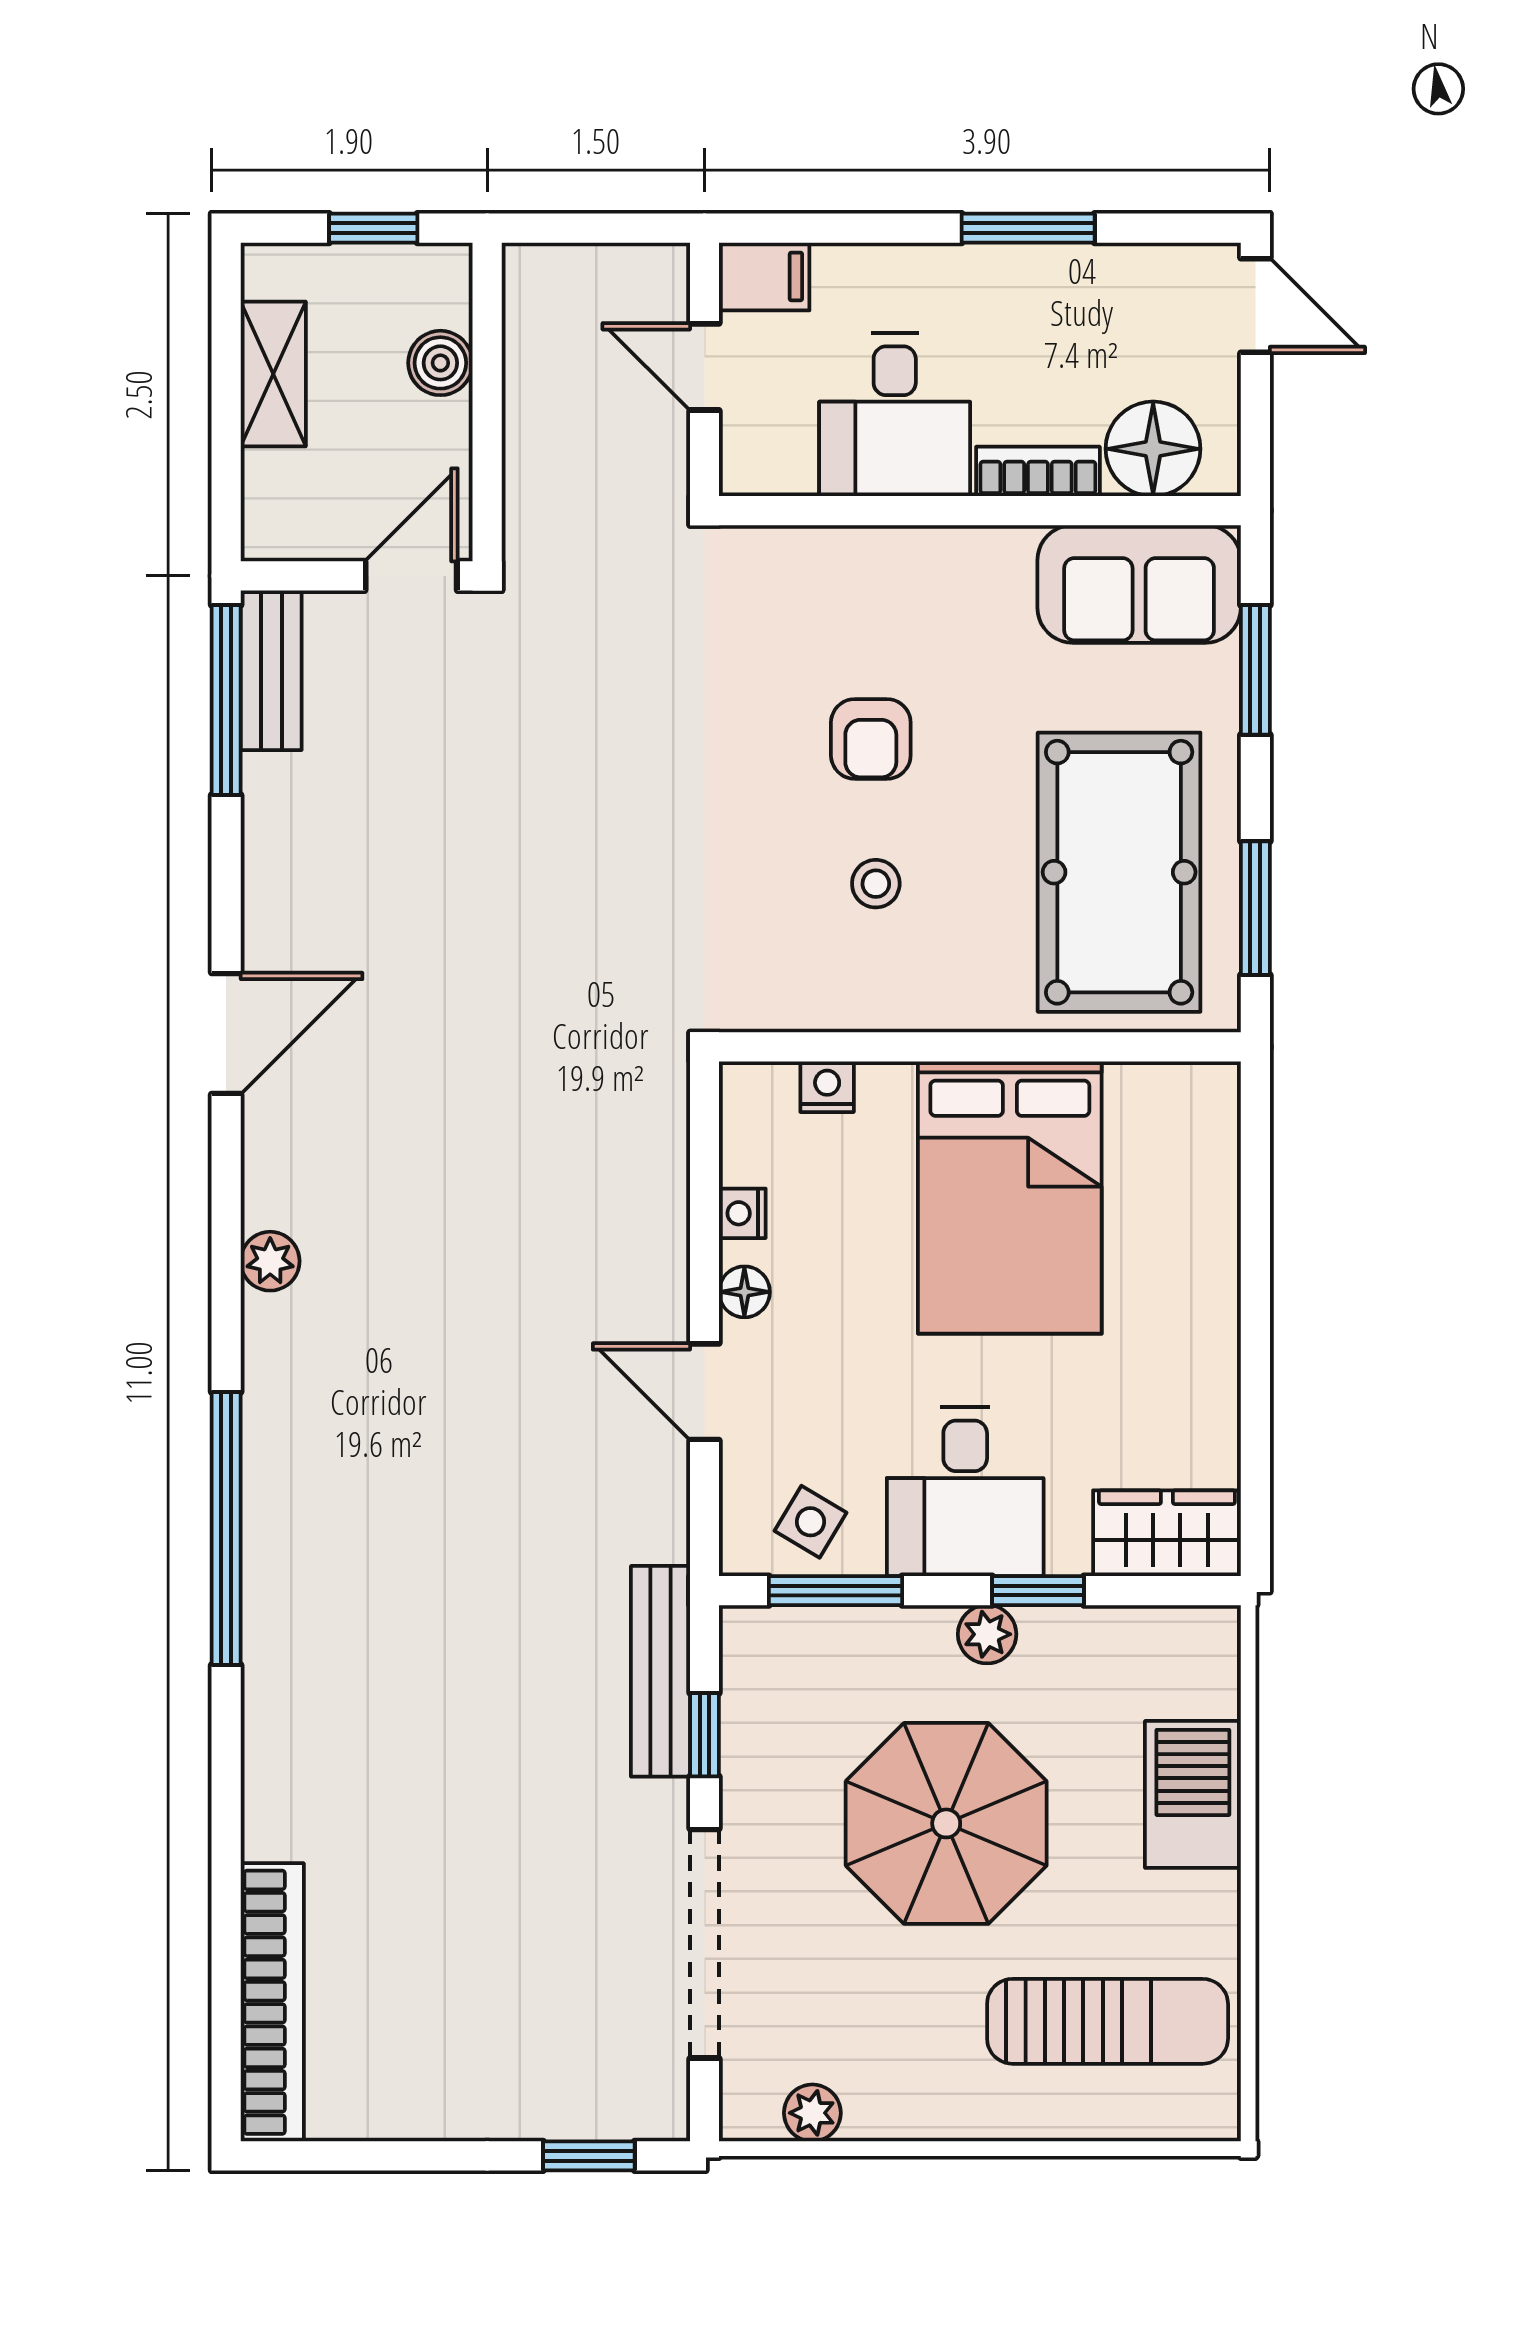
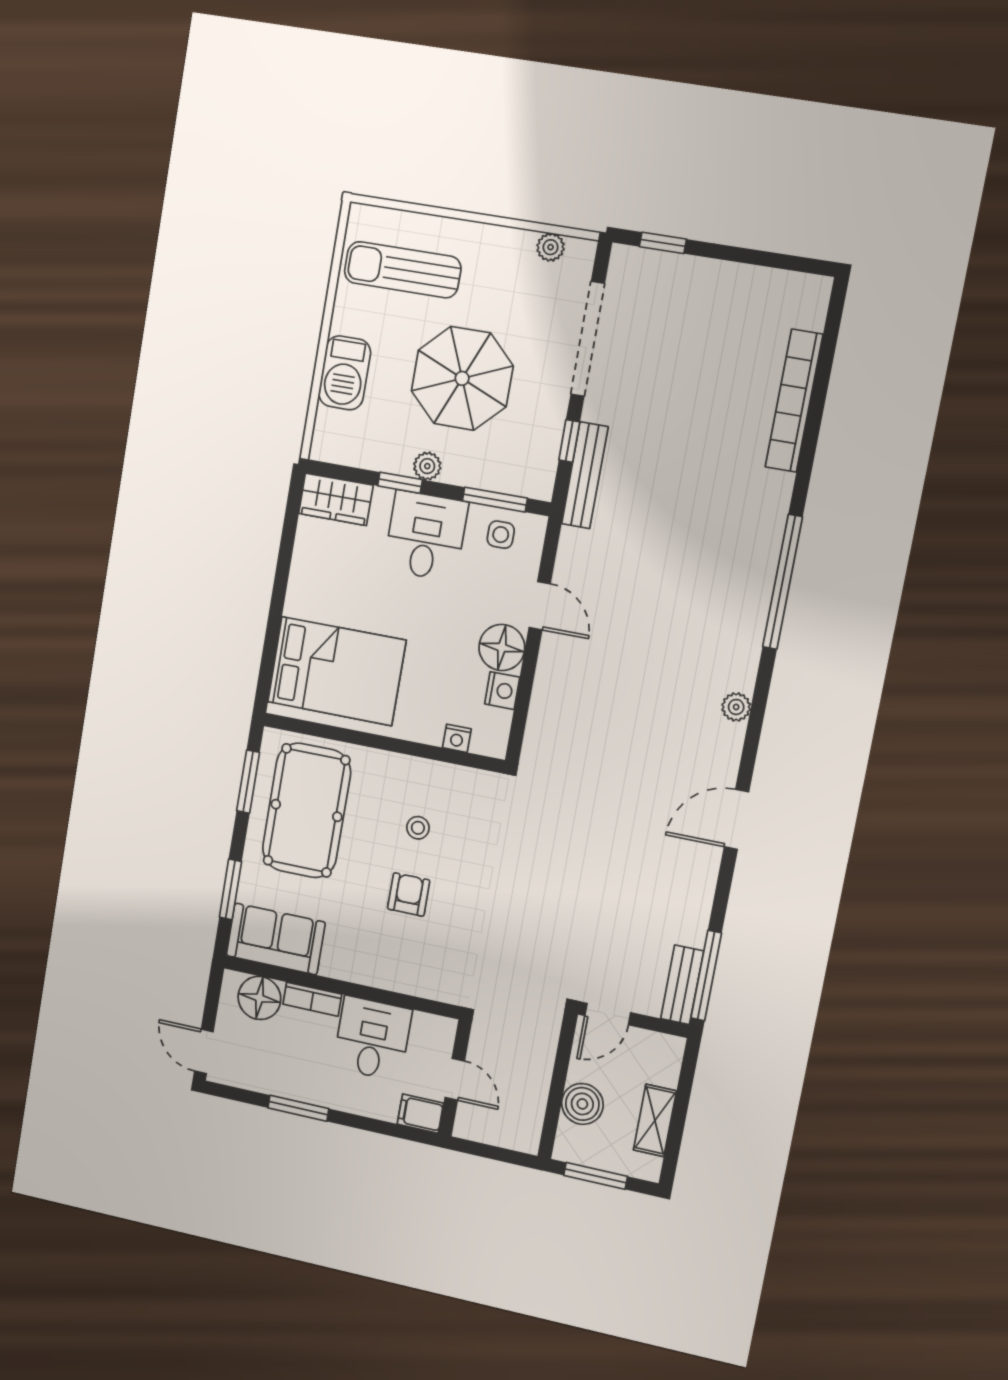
window: (373, 228) -> (596, 1176), width x1.50
boiler: (440, 363) -> (582, 1104), width x1.36, depth x1.36
bed: (1010, 1198) -> (337, 671), moved, turned 90
nightstand: (742, 1213) -> (502, 691), width x1.39, depth x1.35
floor lamp: (744, 1292) -> (502, 648), width x1.89, depth x1.89
side table: (810, 1522) -> (501, 535), turned -31
bookcase: (272, 2002) -> (794, 401), moved

